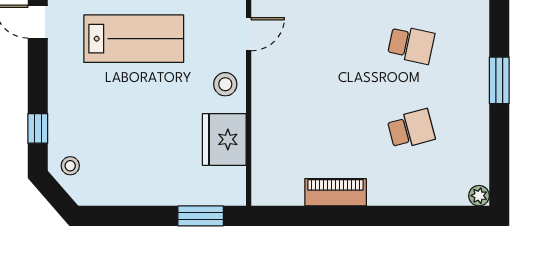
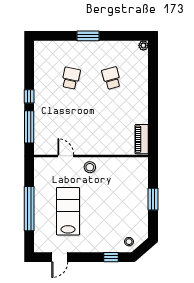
fridge: (224, 139) -> (116, 168), removed
piano: (336, 192) -> (142, 139), moved
window: (201, 216) -> (153, 199), moved

